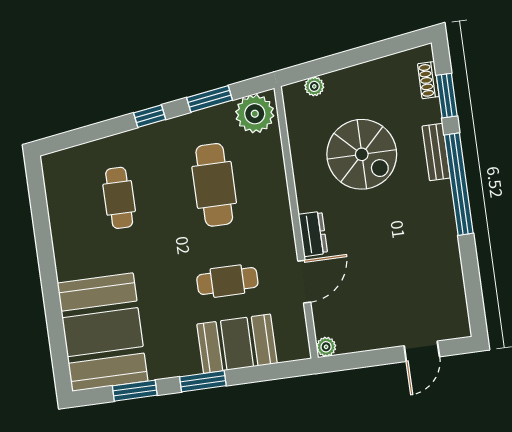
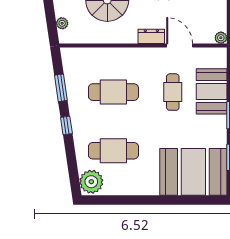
plant: (255, 114) -> (91, 182), moved
cafe table: (119, 198) -> (113, 151), width x1.37, depth x1.35

